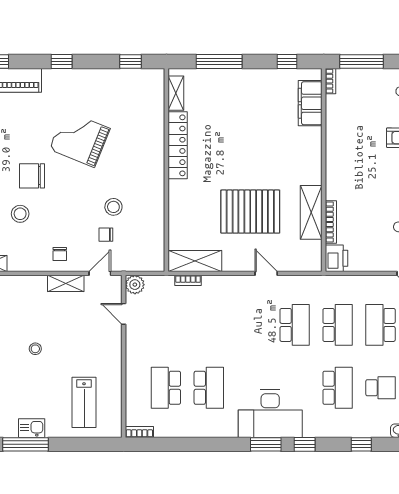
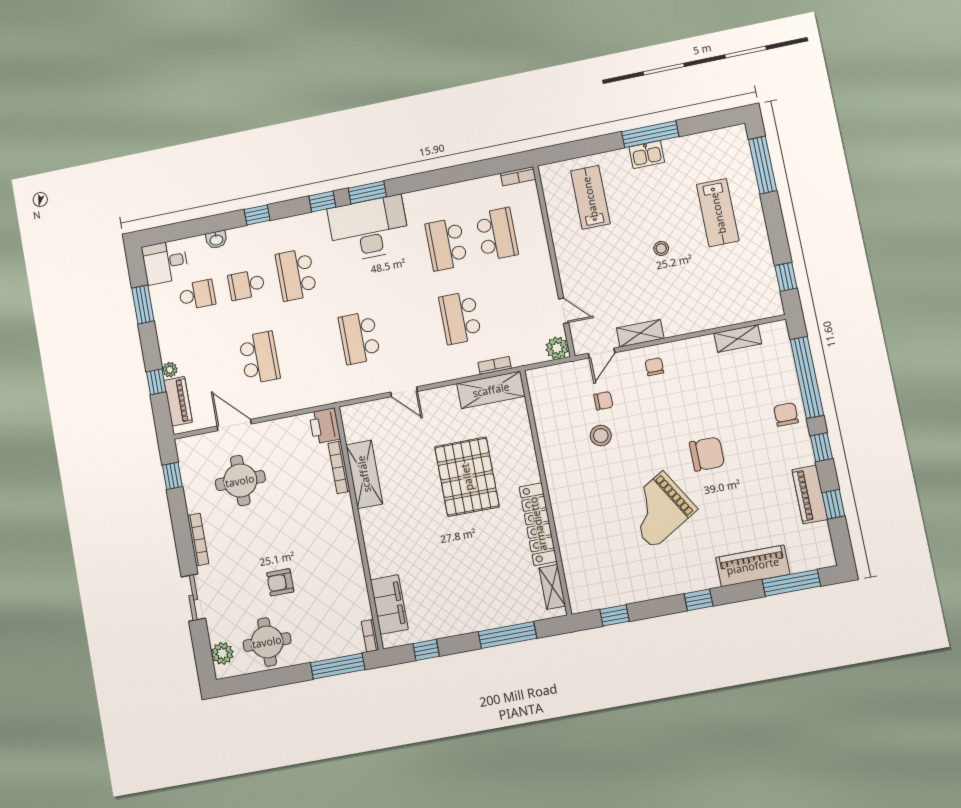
grand piano: (80, 139) -> (658, 510), turned 127
pallet: (250, 212) -> (467, 477), moved, turned 90
stool: (20, 214) -> (712, 406), removed
school desk: (338, 325) -> (460, 318), moved

